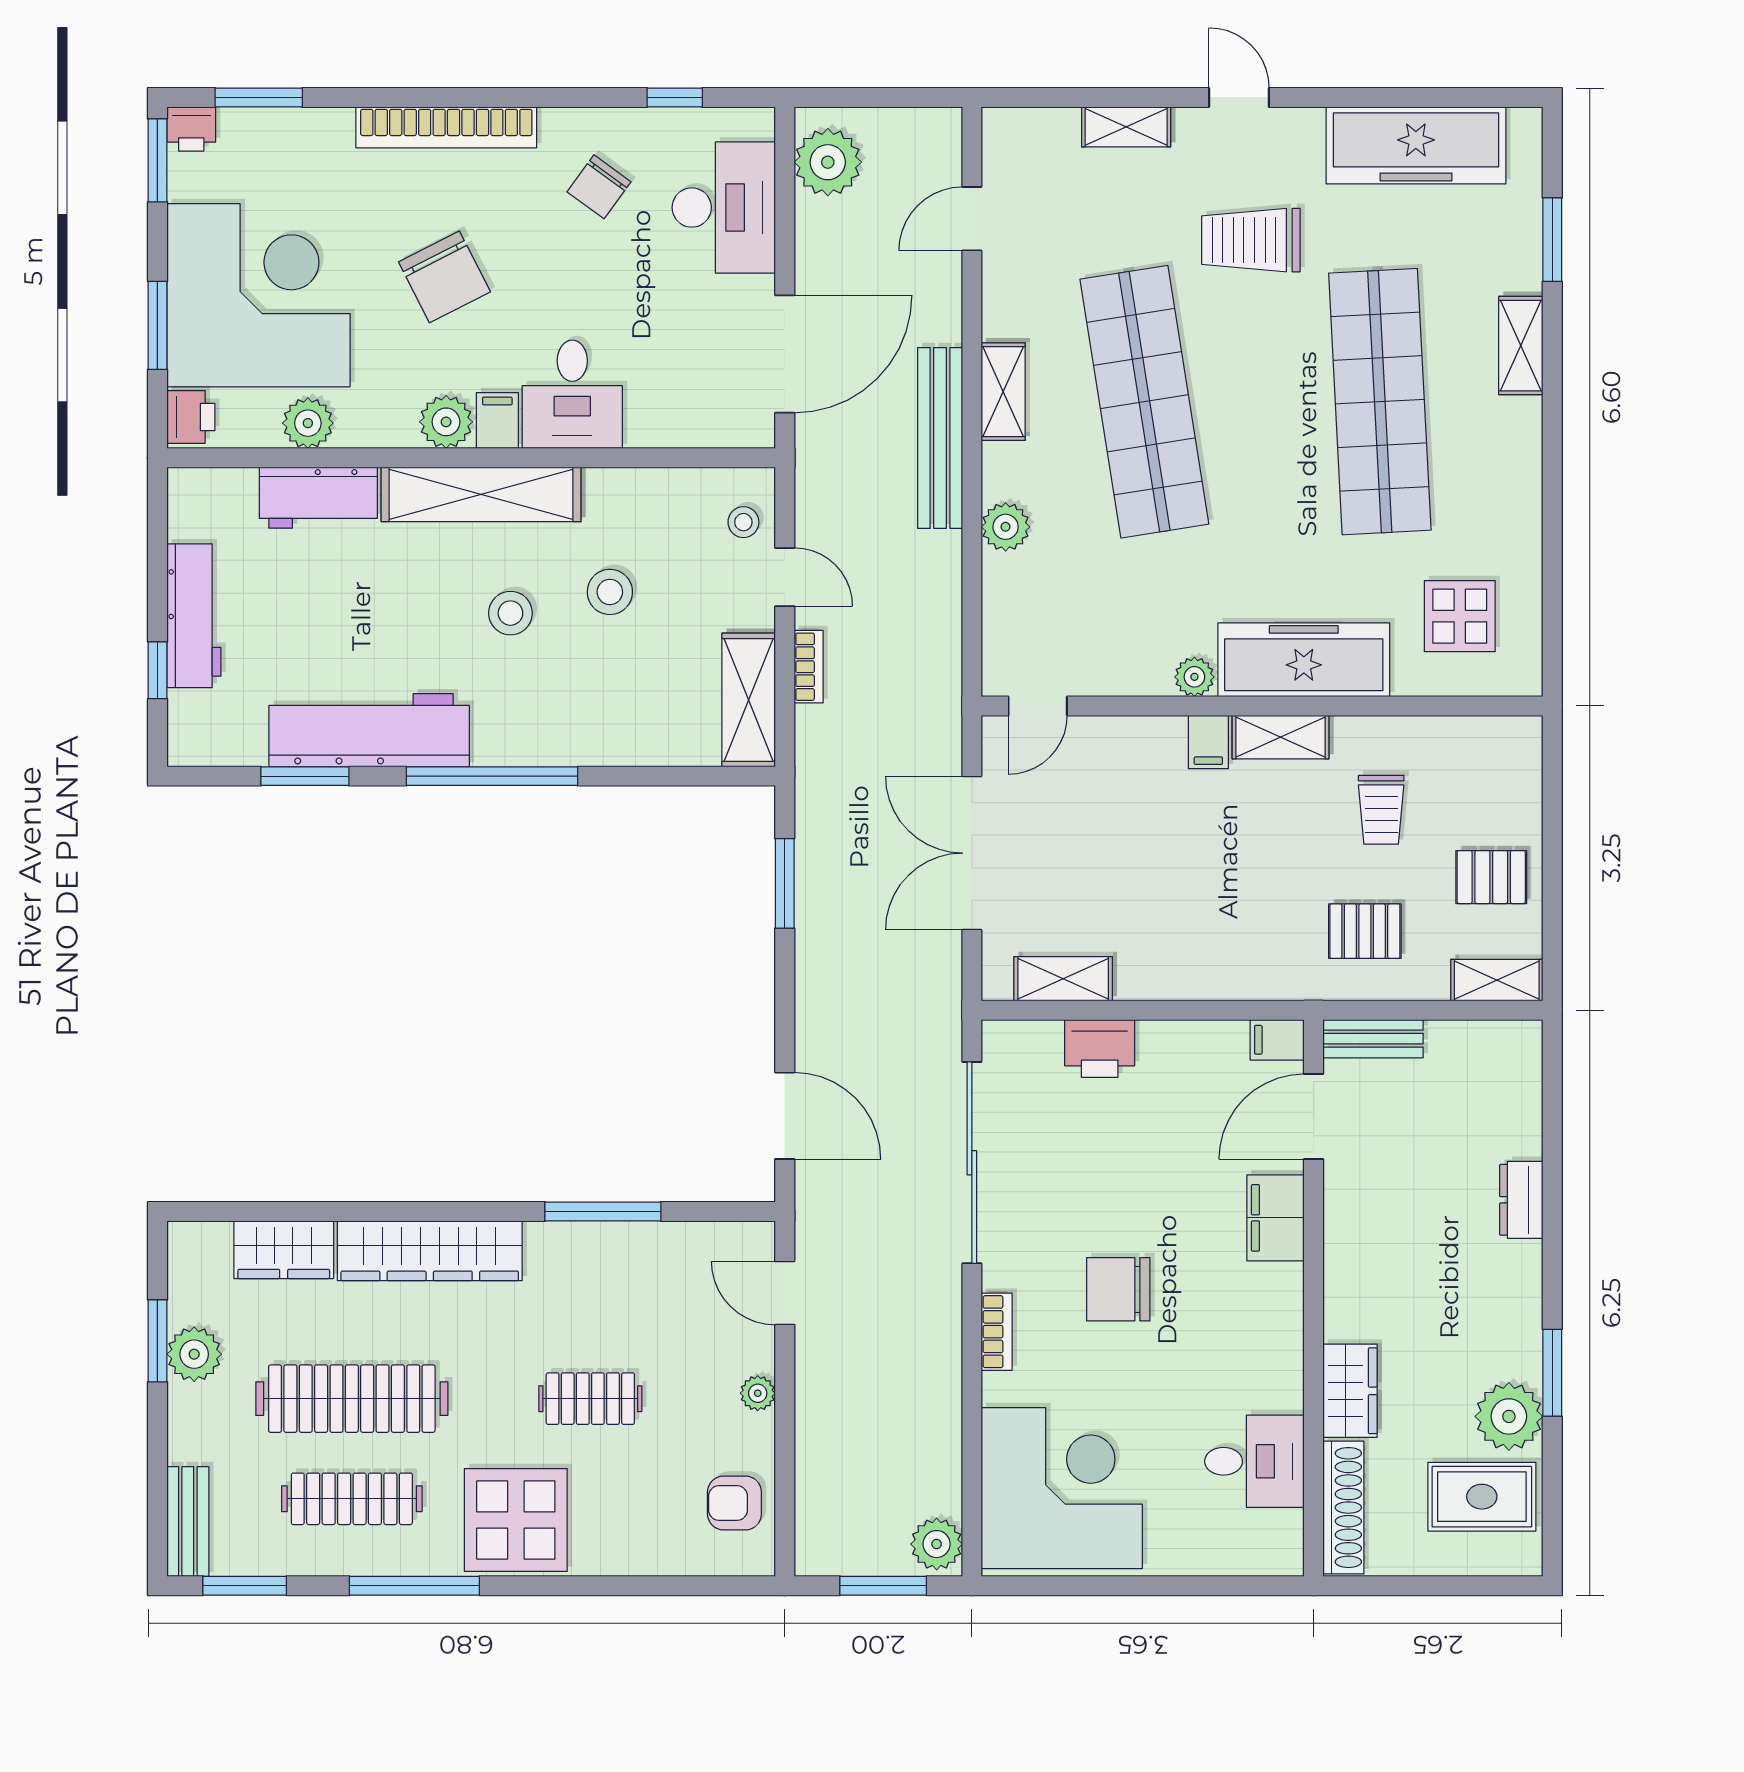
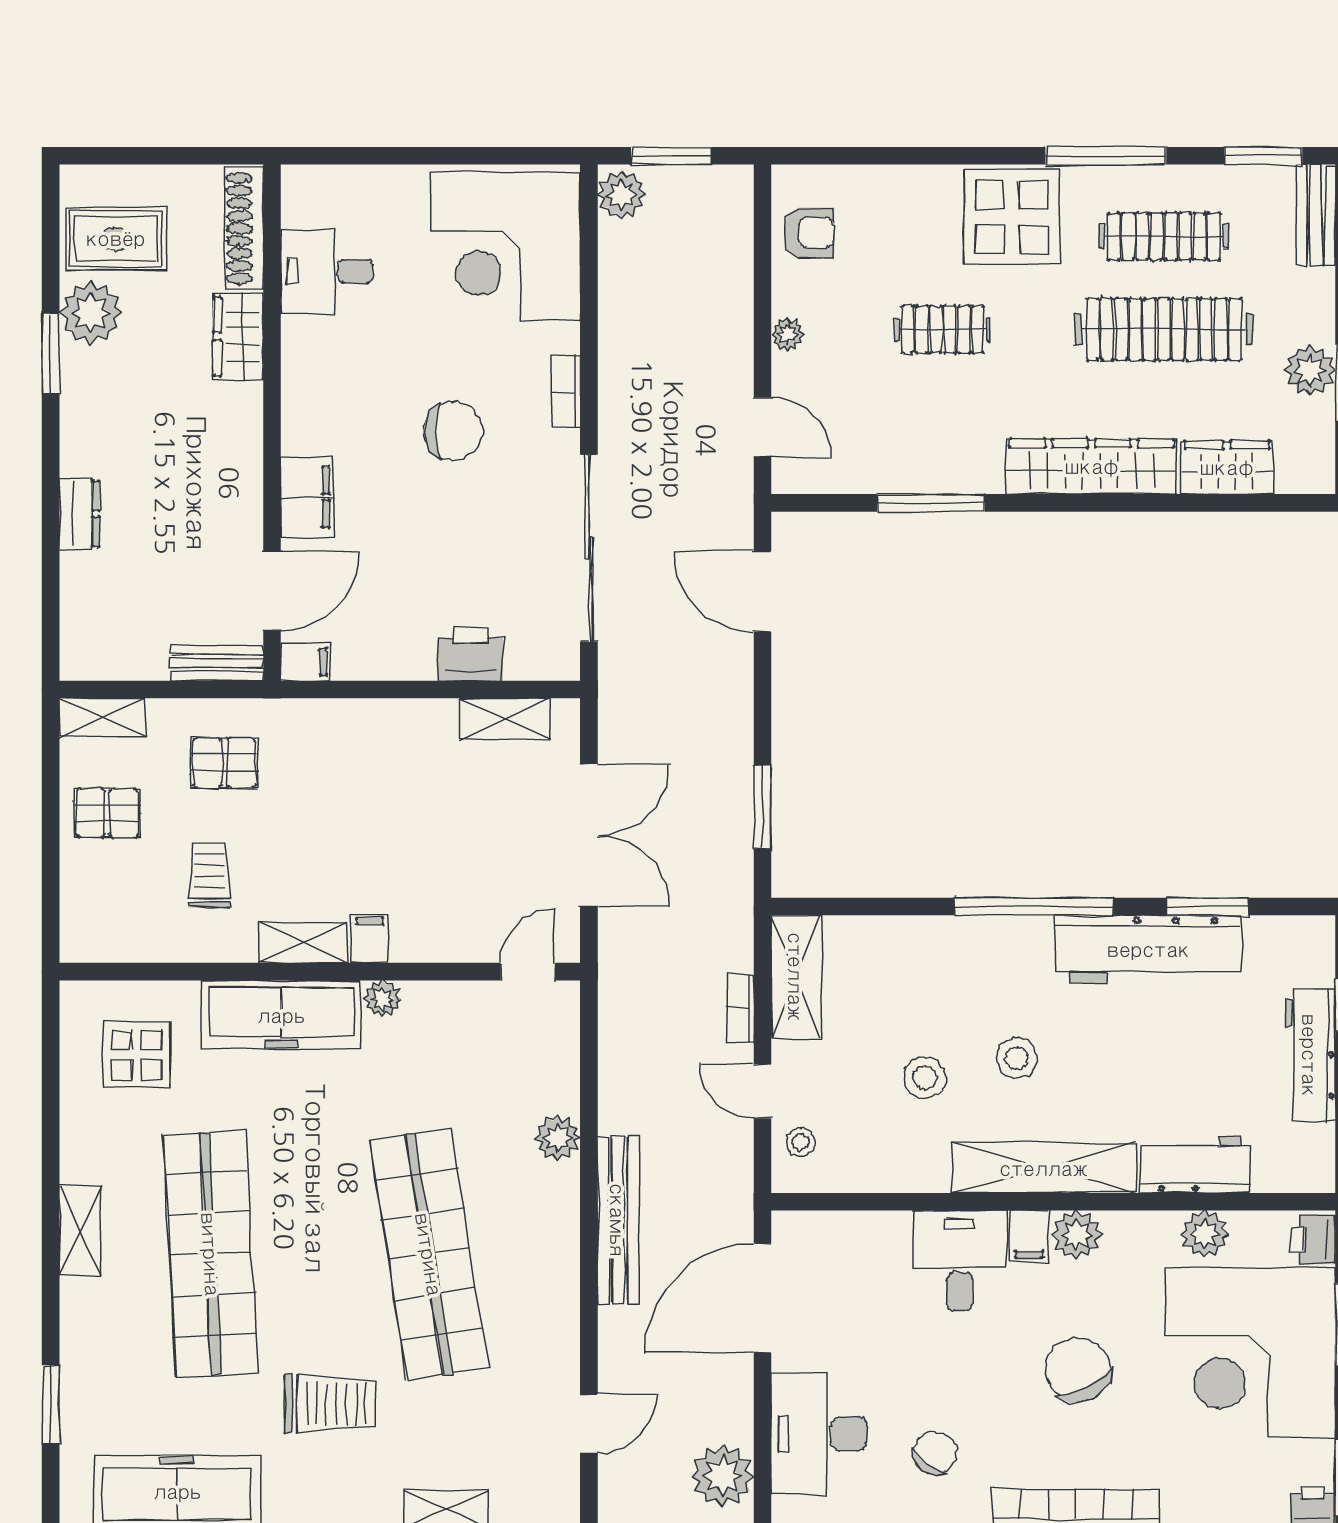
shelving: (1521, 346) -> (80, 1231), moved
shelving: (1003, 392) -> (560, 1263), removed

